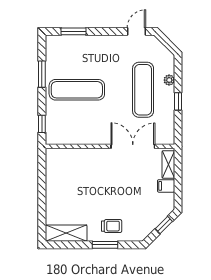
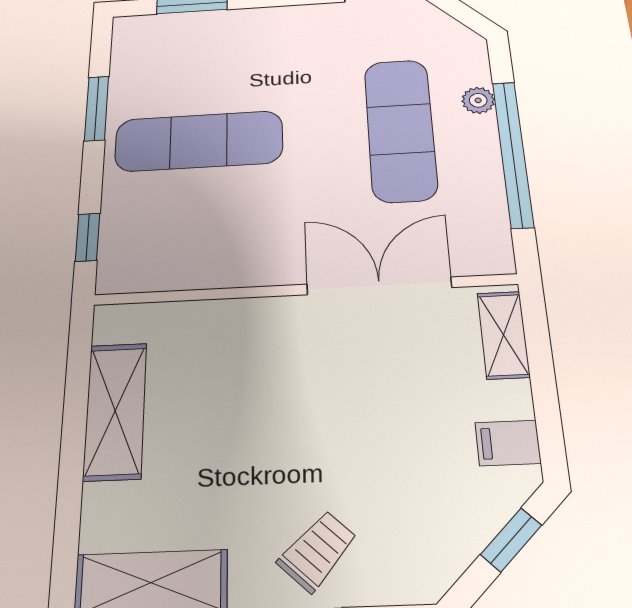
window: (178, 101) -> (513, 153), width x3.17
shelving: (54, 183) -> (115, 411), added
filing cabinet: (166, 186) -> (508, 443), moved
trolley: (112, 226) -> (318, 551), turned -47

